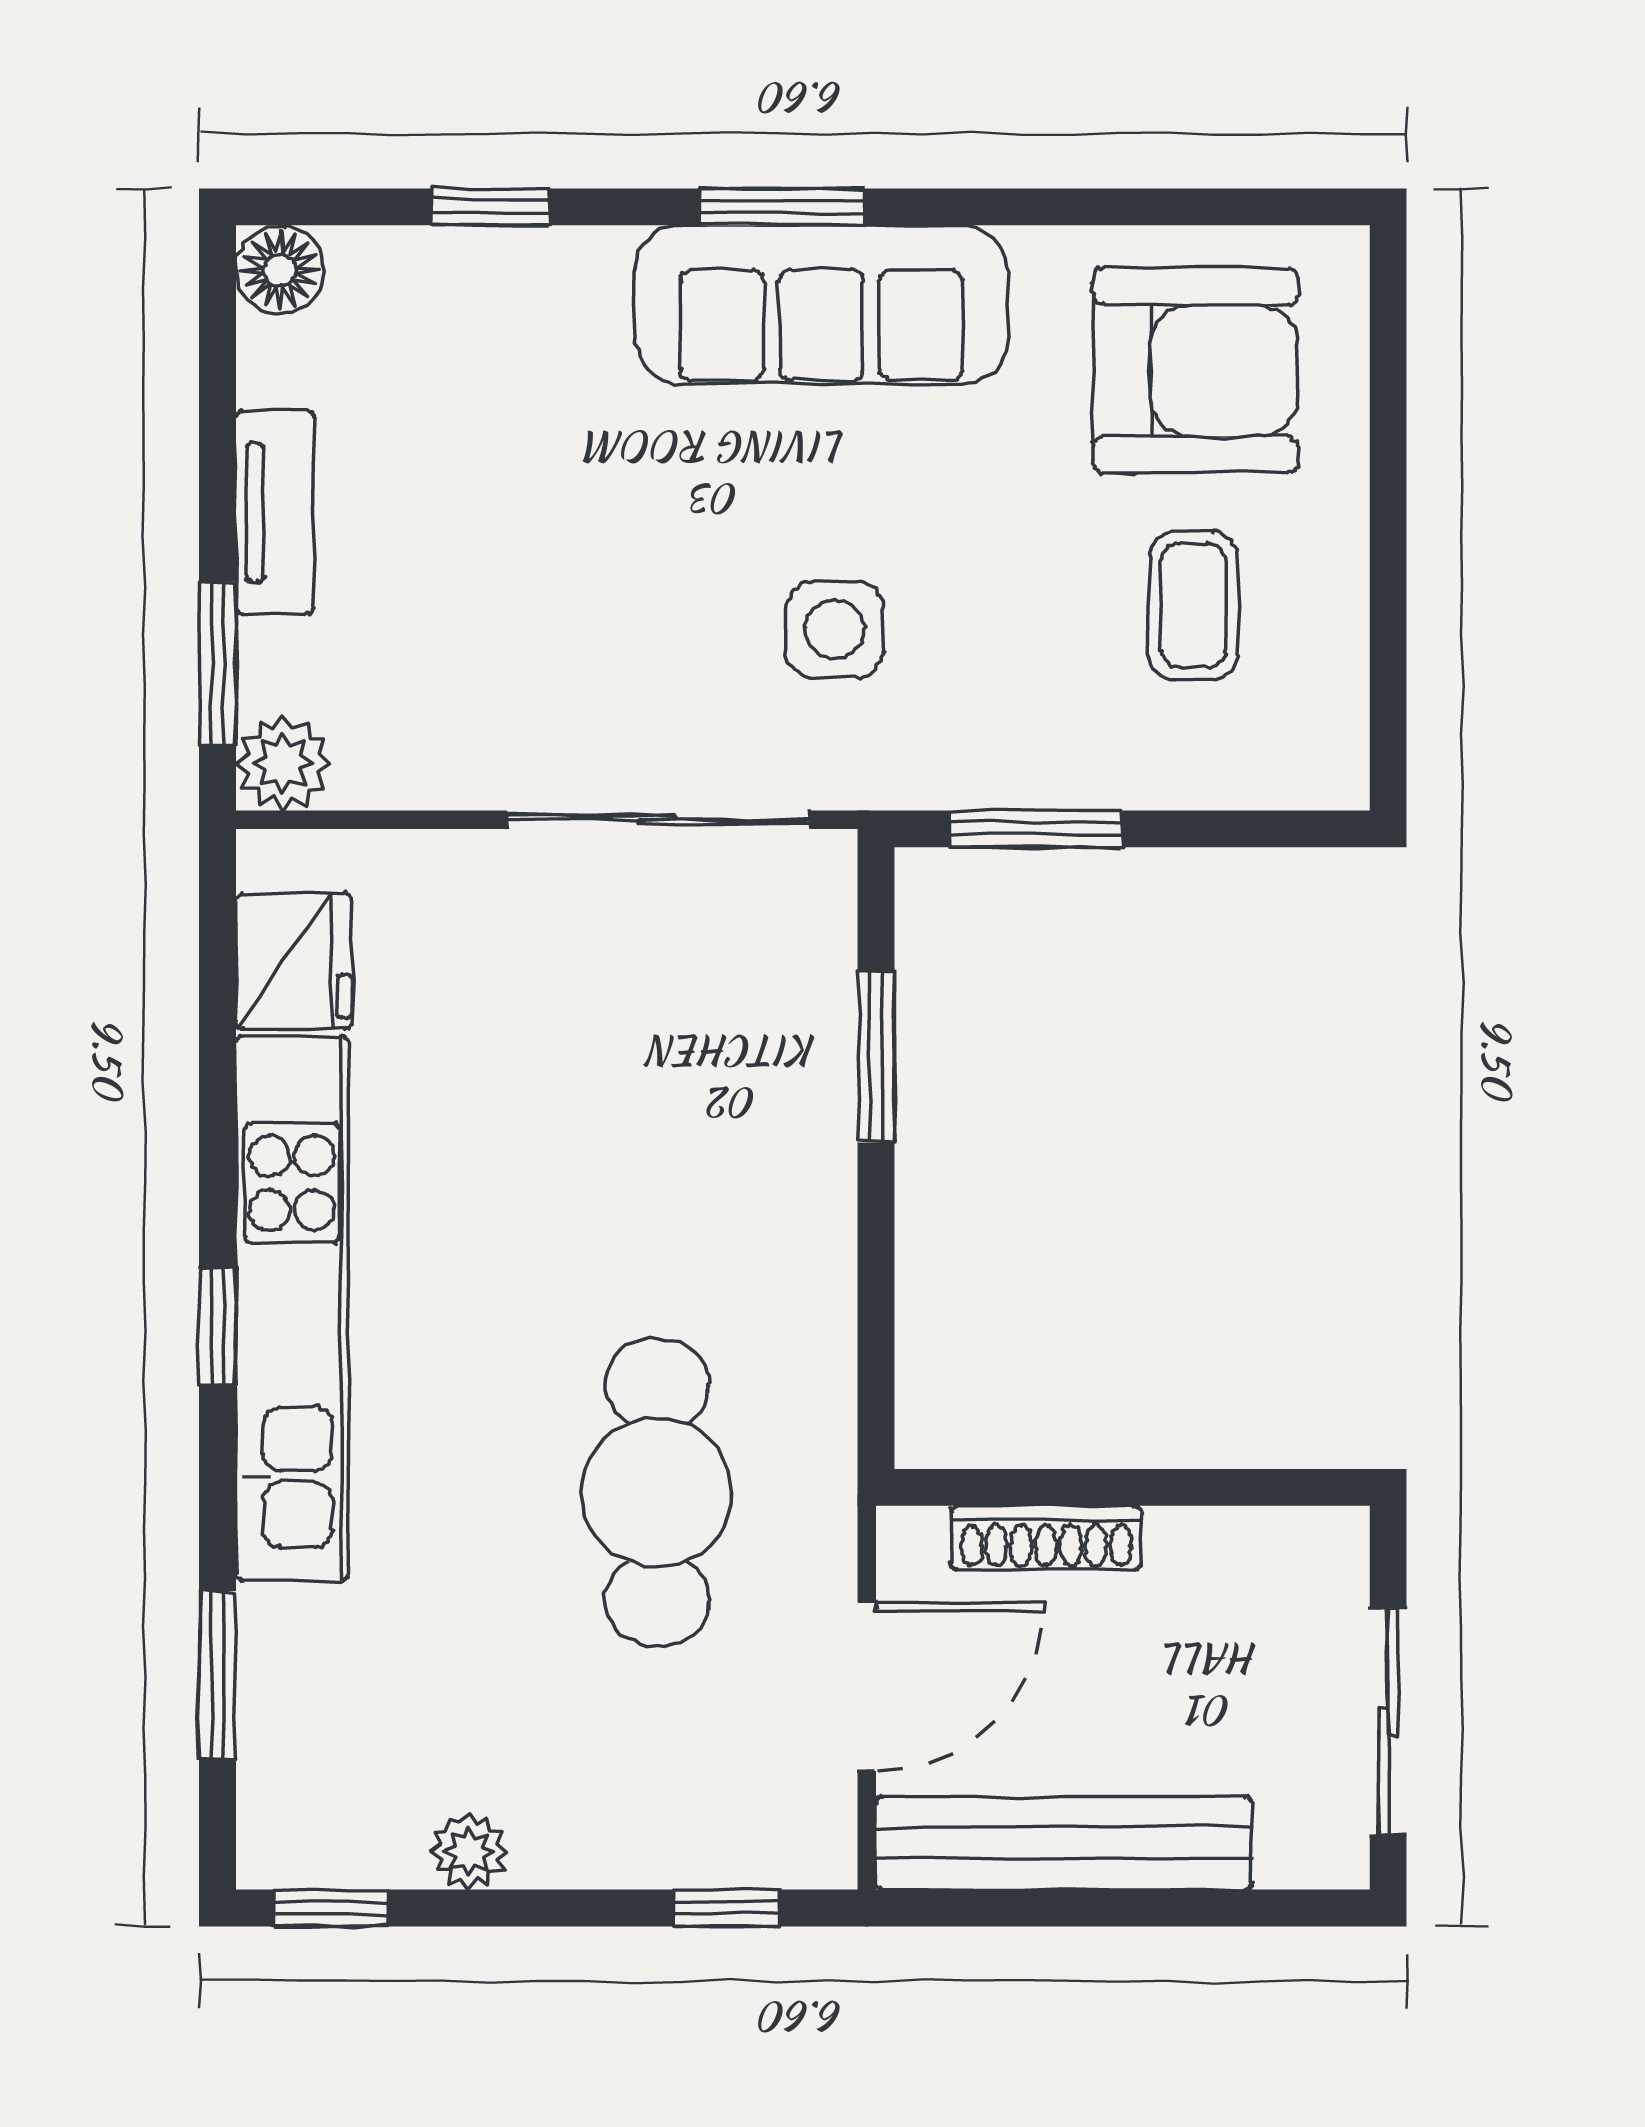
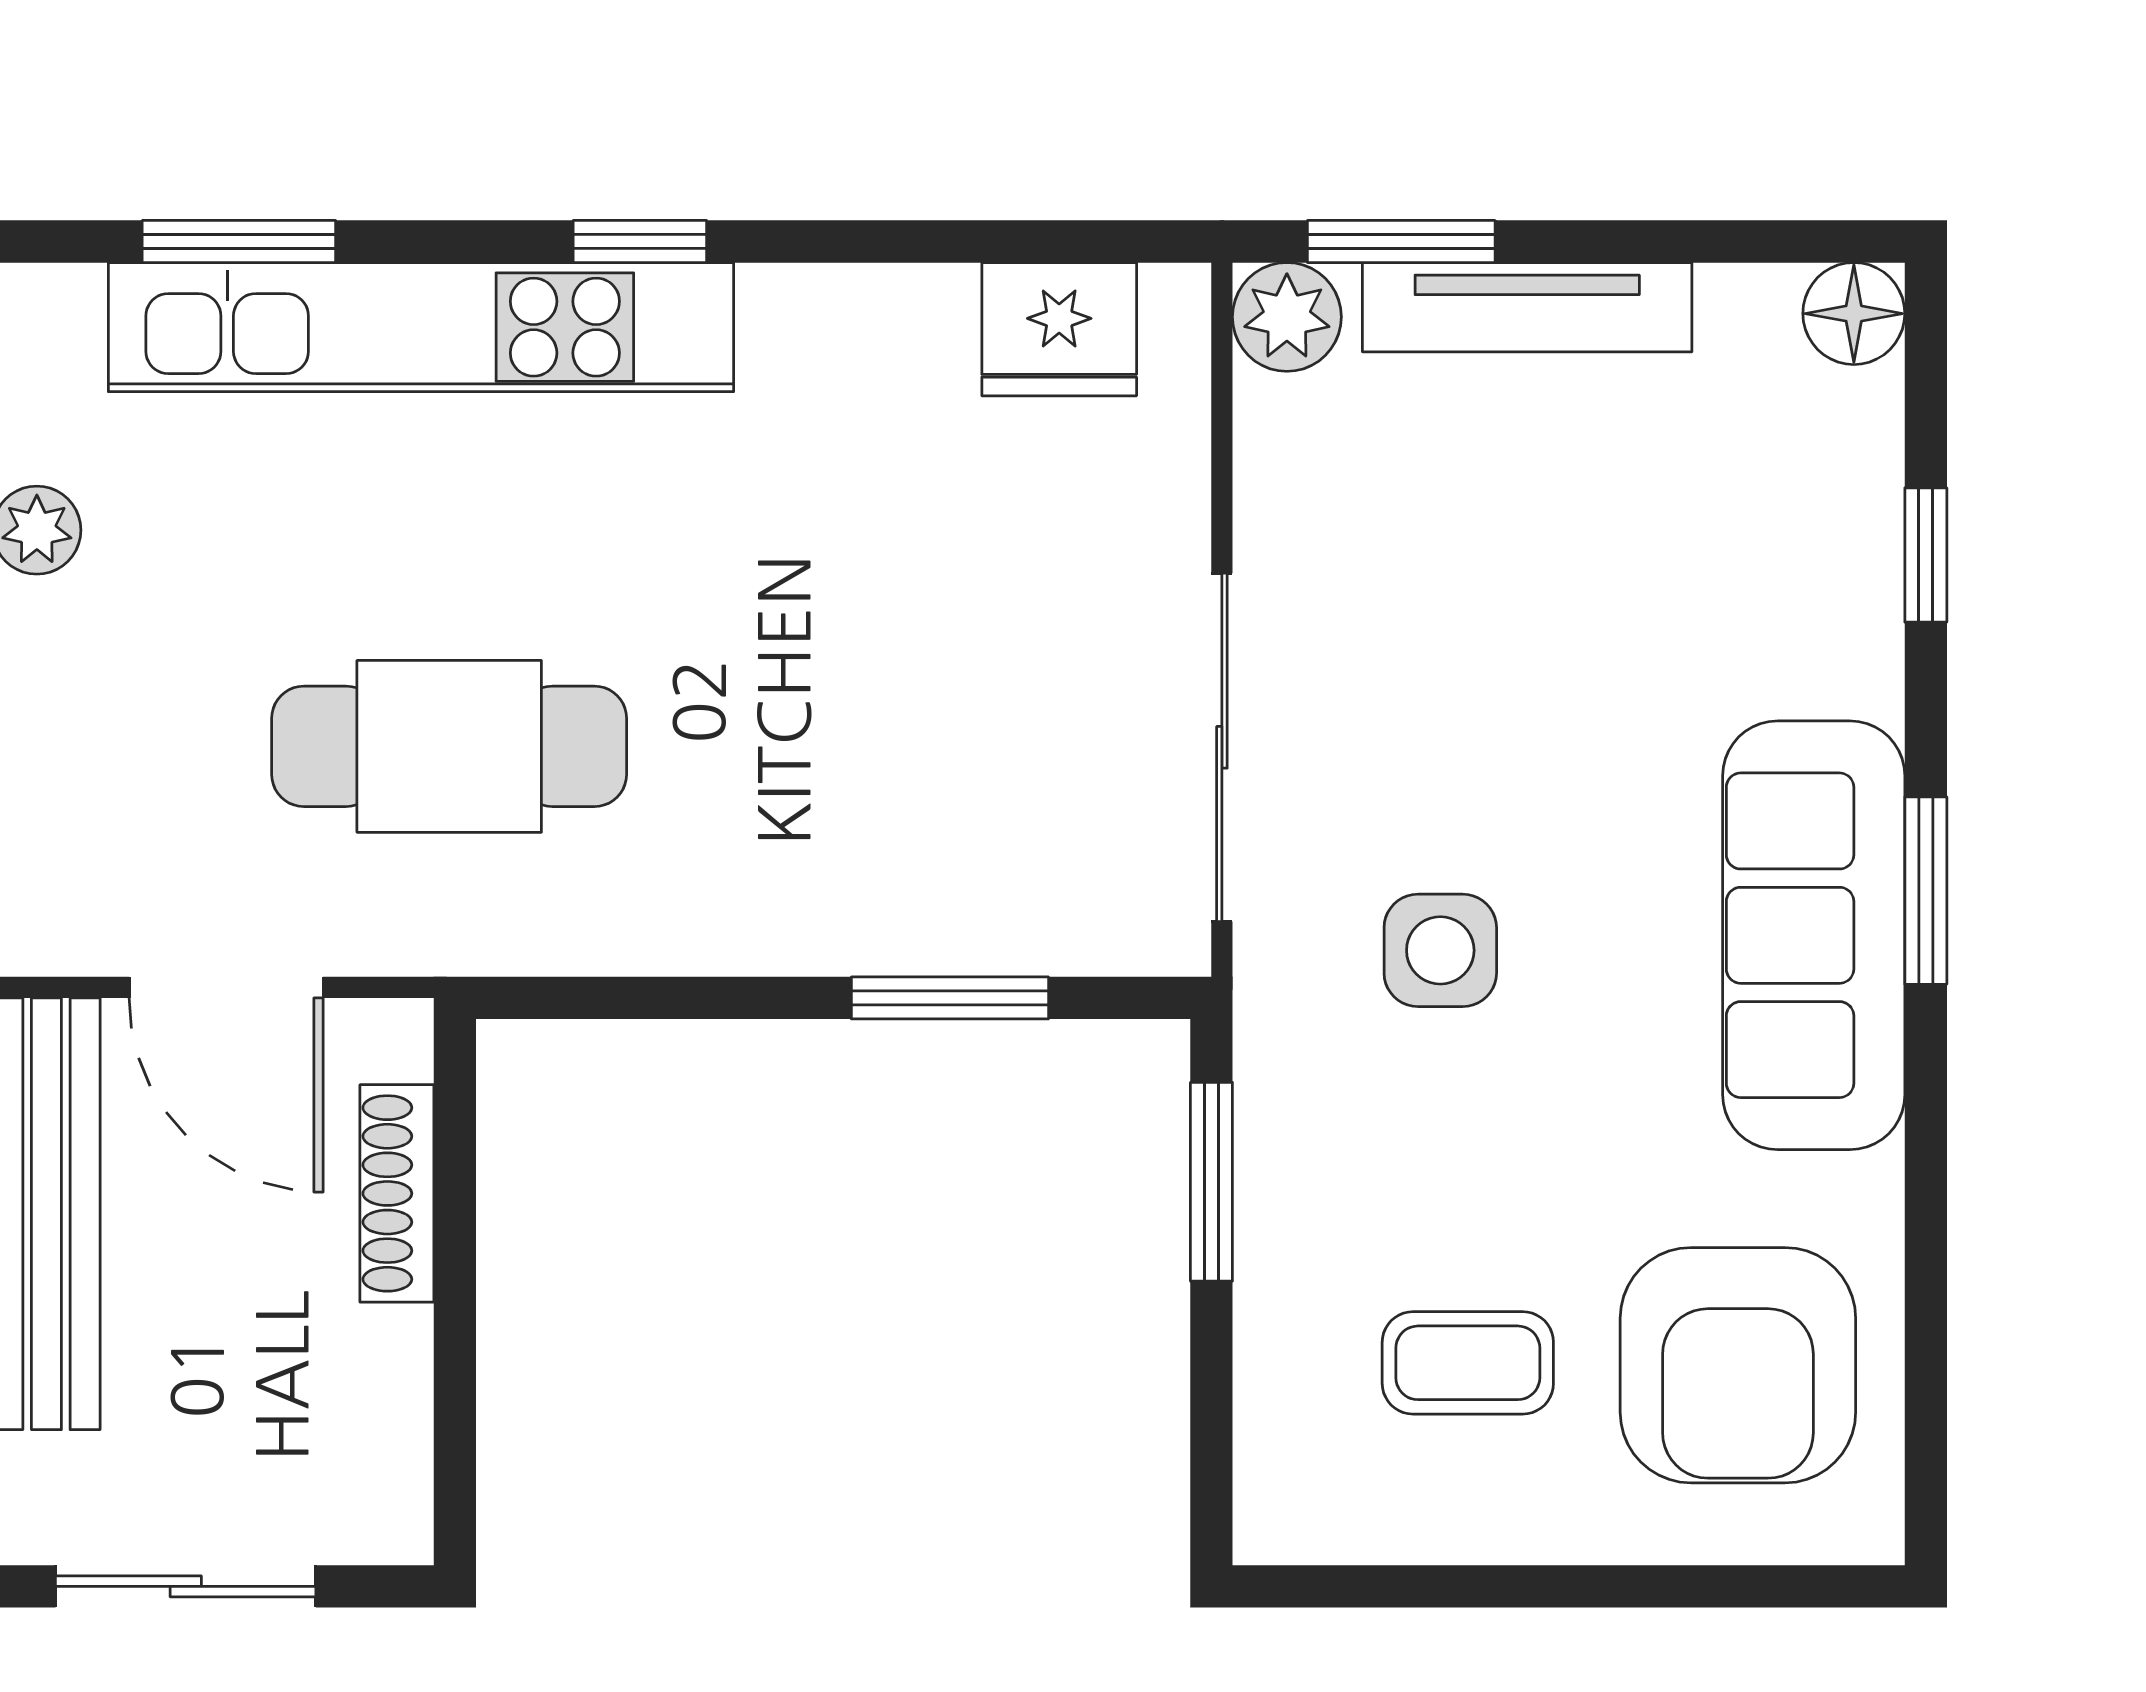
tv unit: (275, 512) -> (1527, 307), width x1.41
kitchen unit: (292, 1308) -> (421, 327), moved

